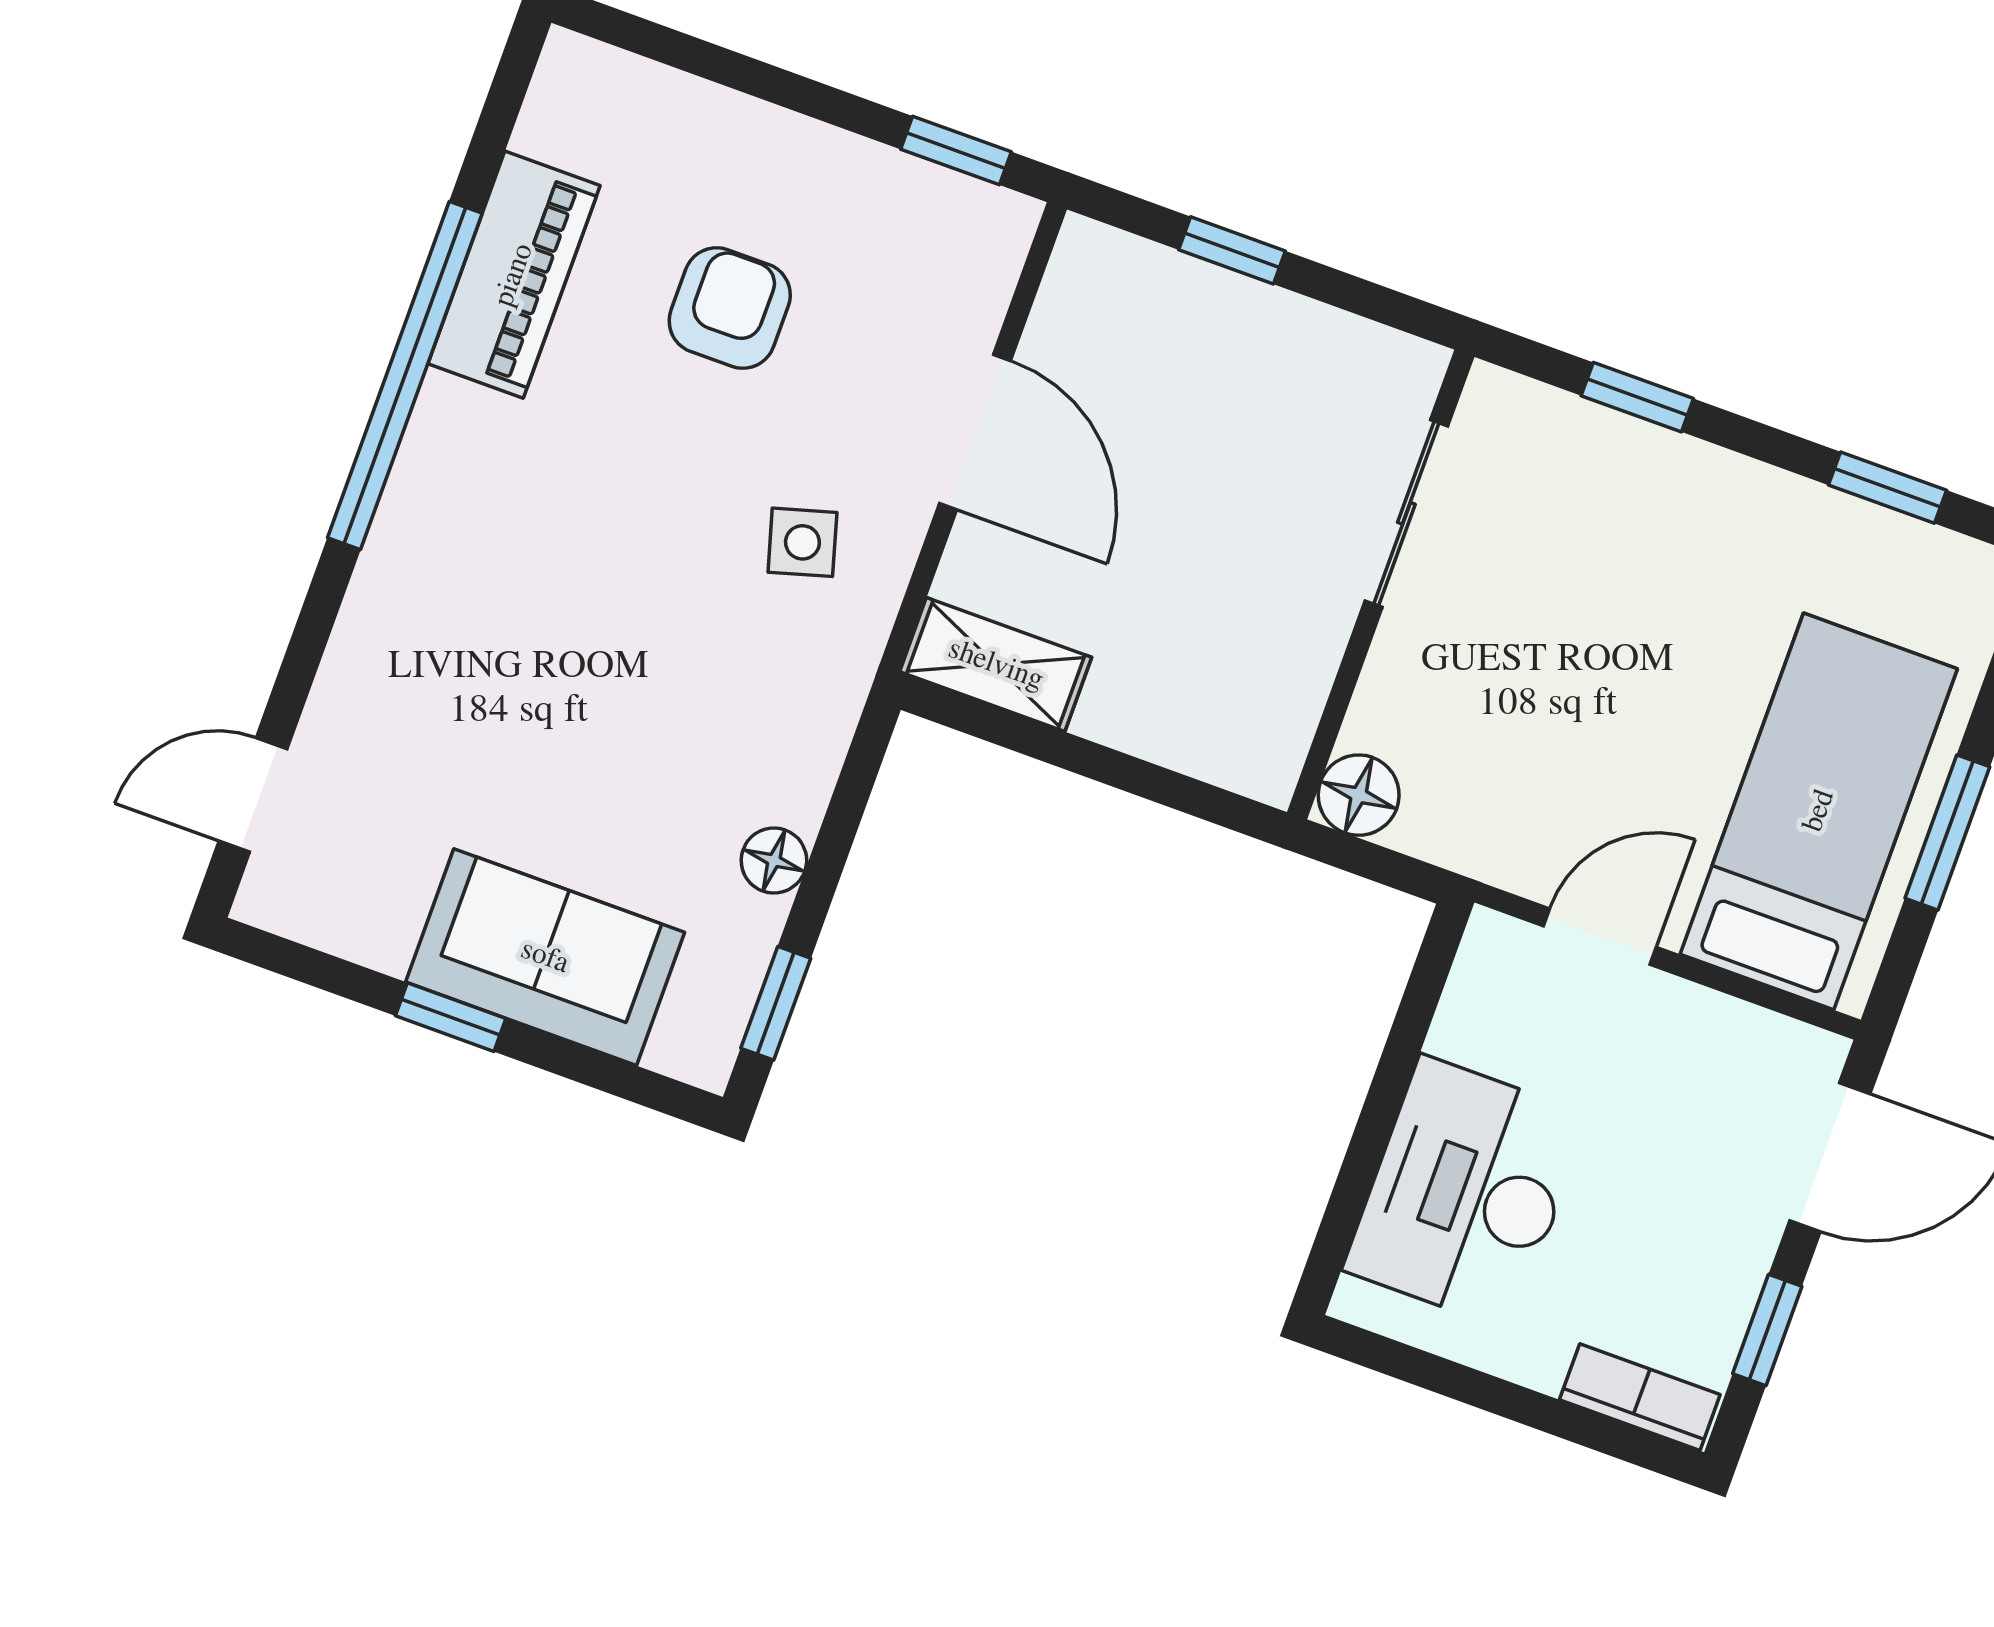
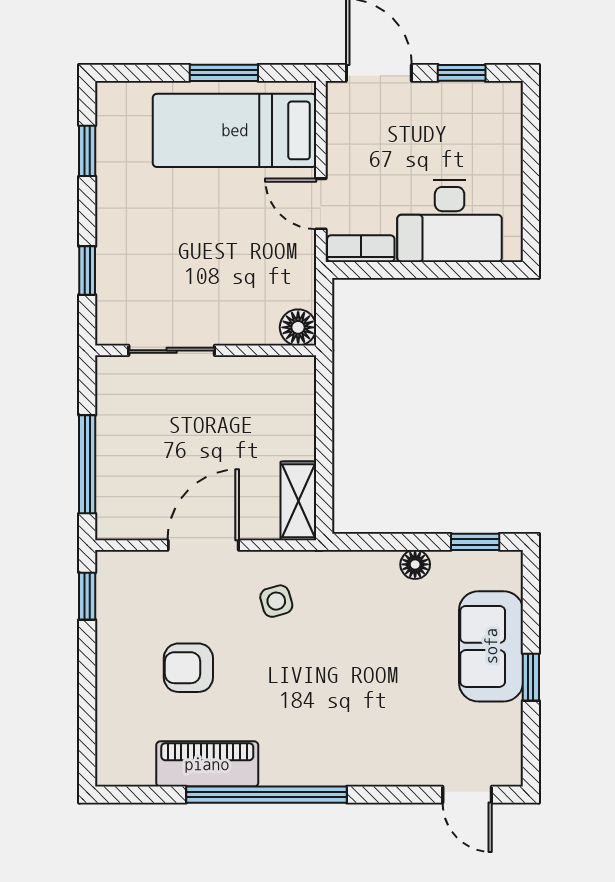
window: (1232, 250) -> (87, 464), width x2.17
bookcase: (1640, 1397) -> (361, 249), moved, turned 90

